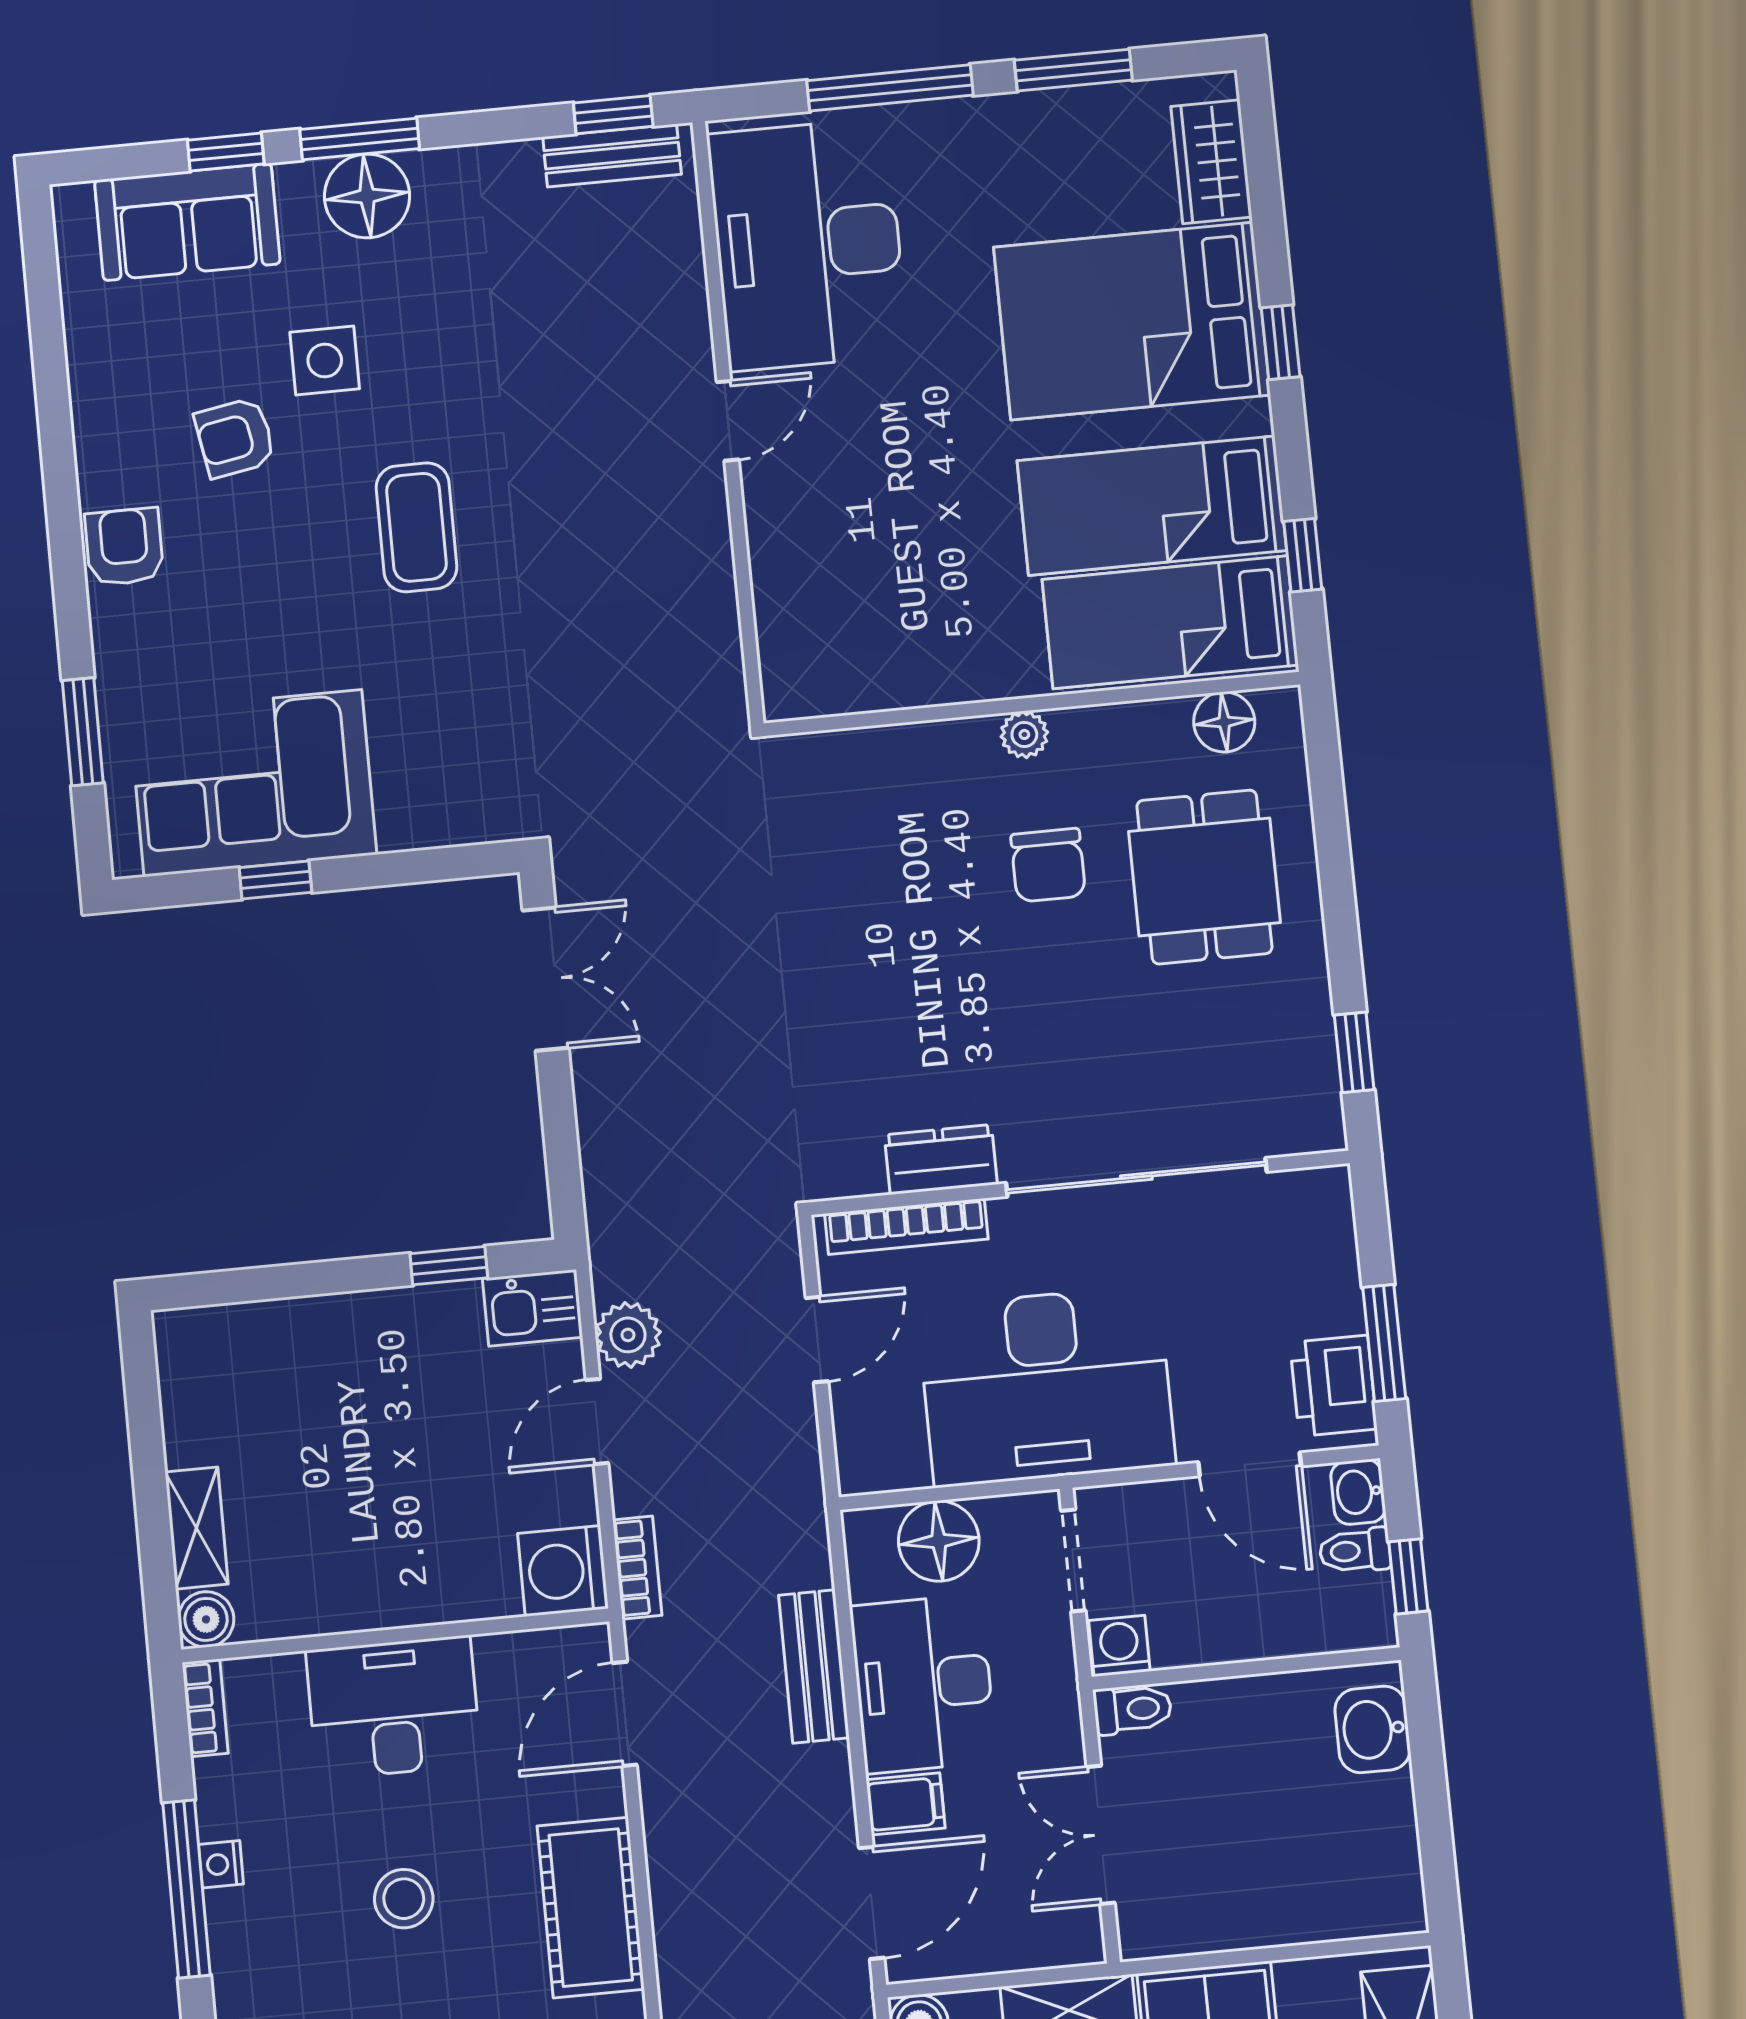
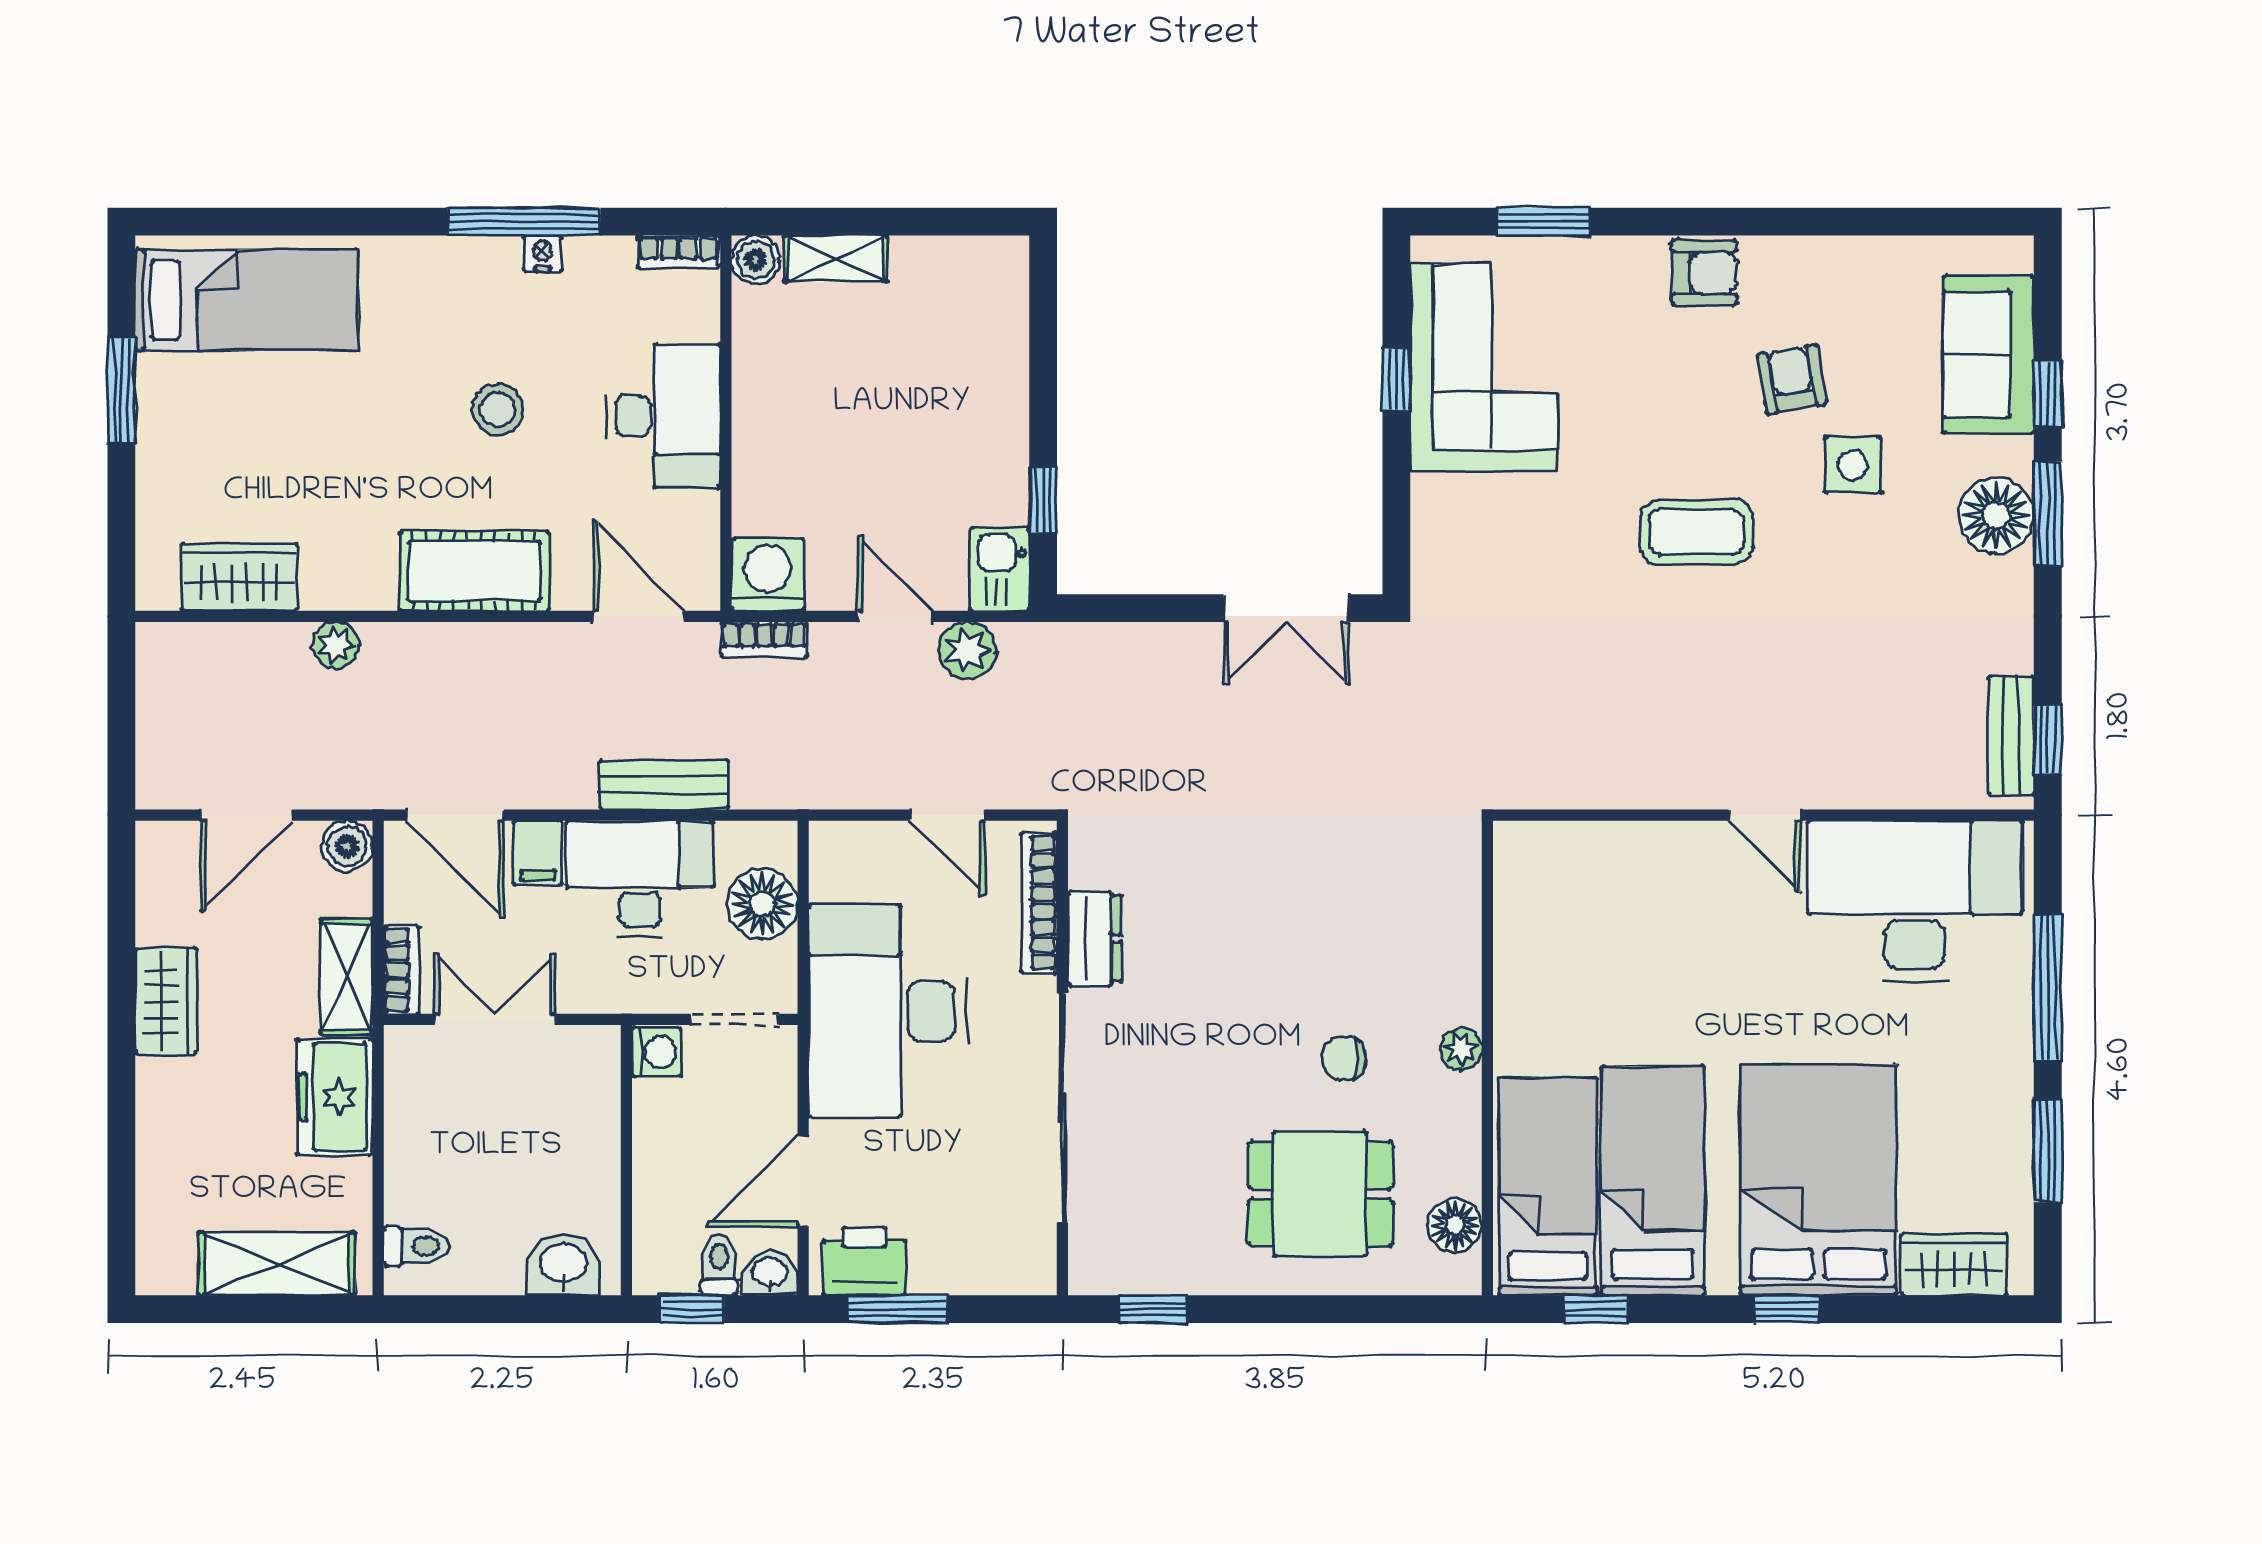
chair: (1048, 865) -> (1344, 1058), width x0.73, depth x0.73
toilet: (1133, 1709) -> (417, 1246), moved, turned -90
bookcase: (1054, 1948) -> (401, 970), added

